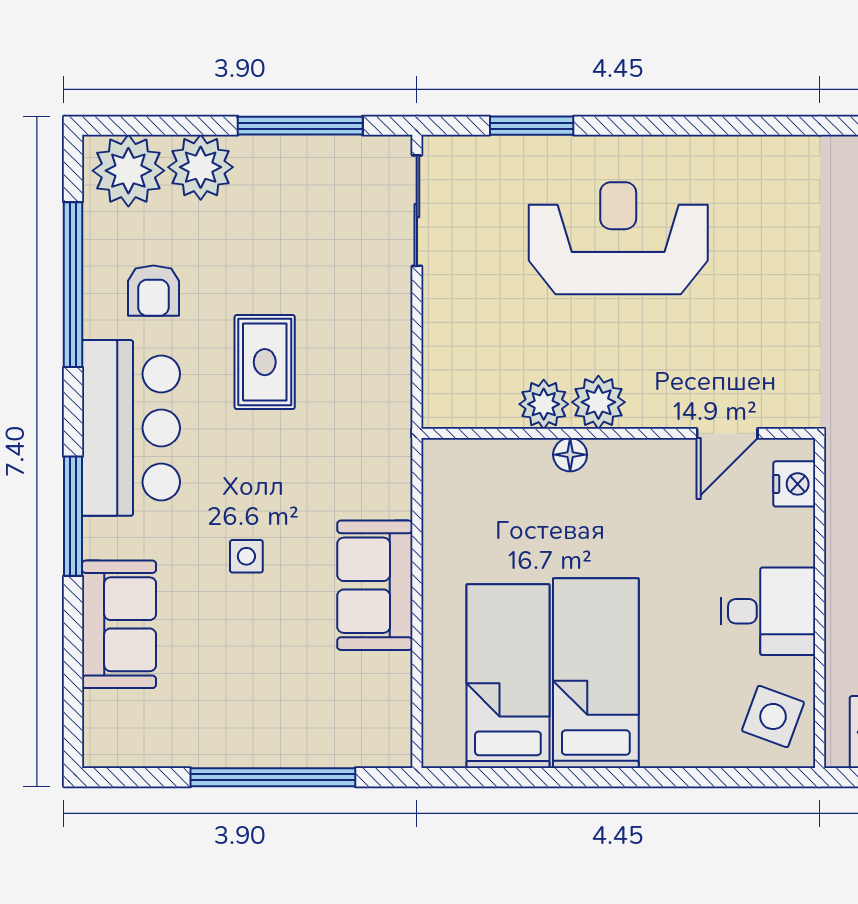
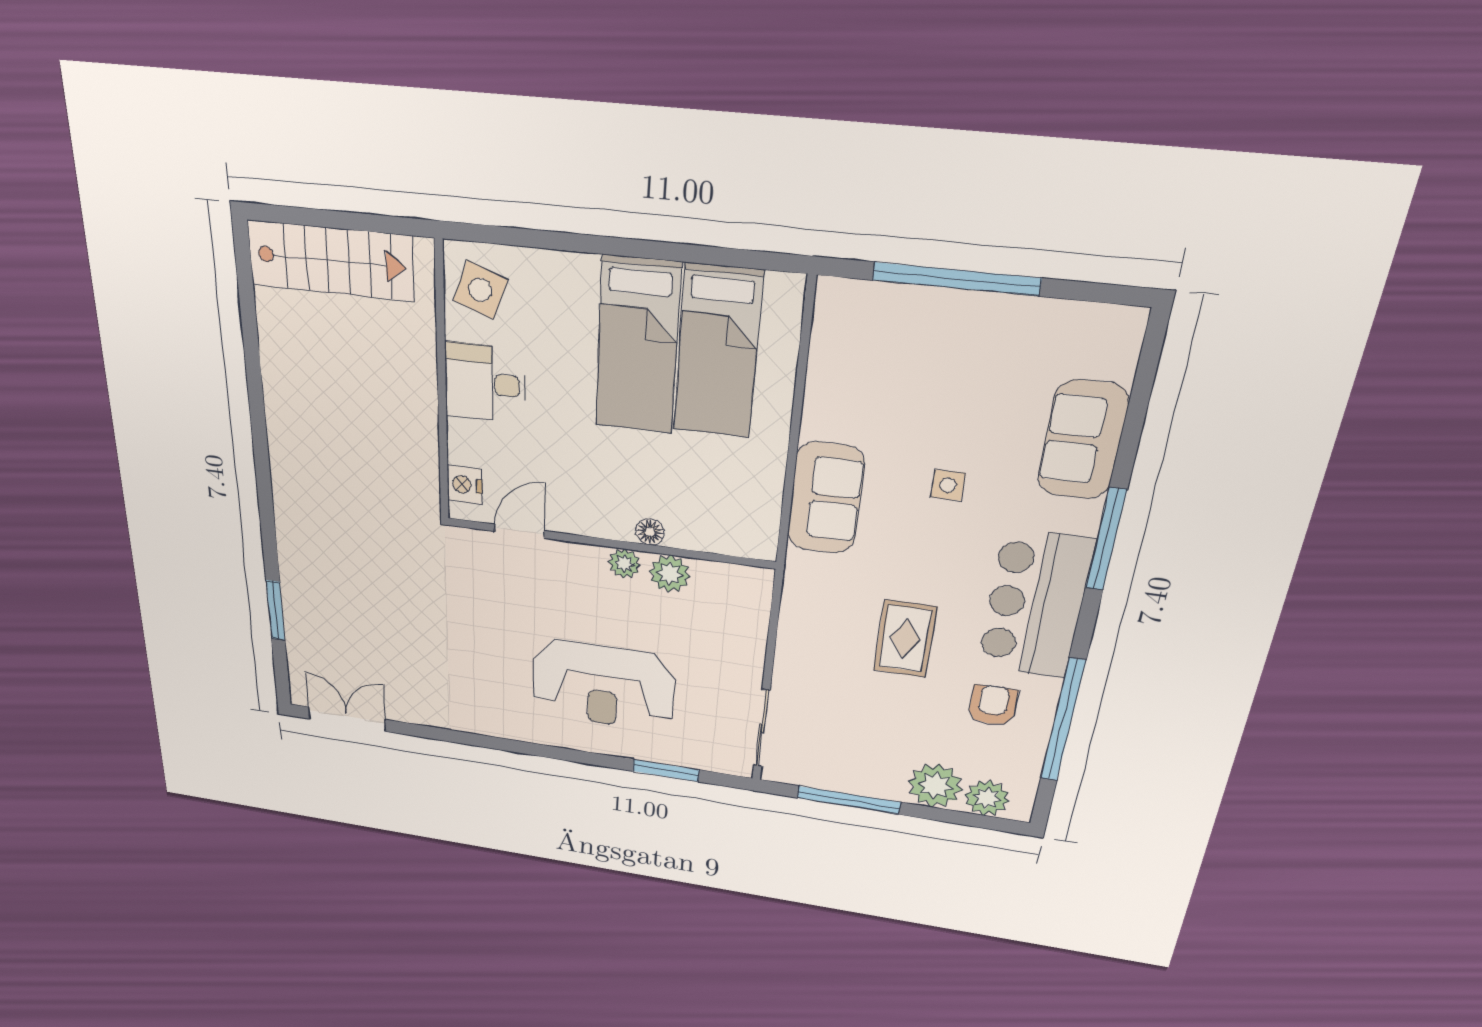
plant: (128, 171) -> (987, 798), width x0.73, depth x0.73
plant: (598, 402) -> (624, 564), width x0.73, depth x0.73
sofa: (375, 585) -> (826, 498), moved

